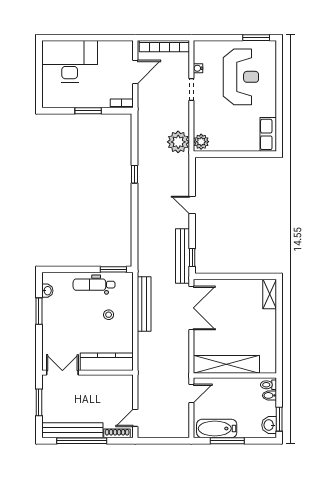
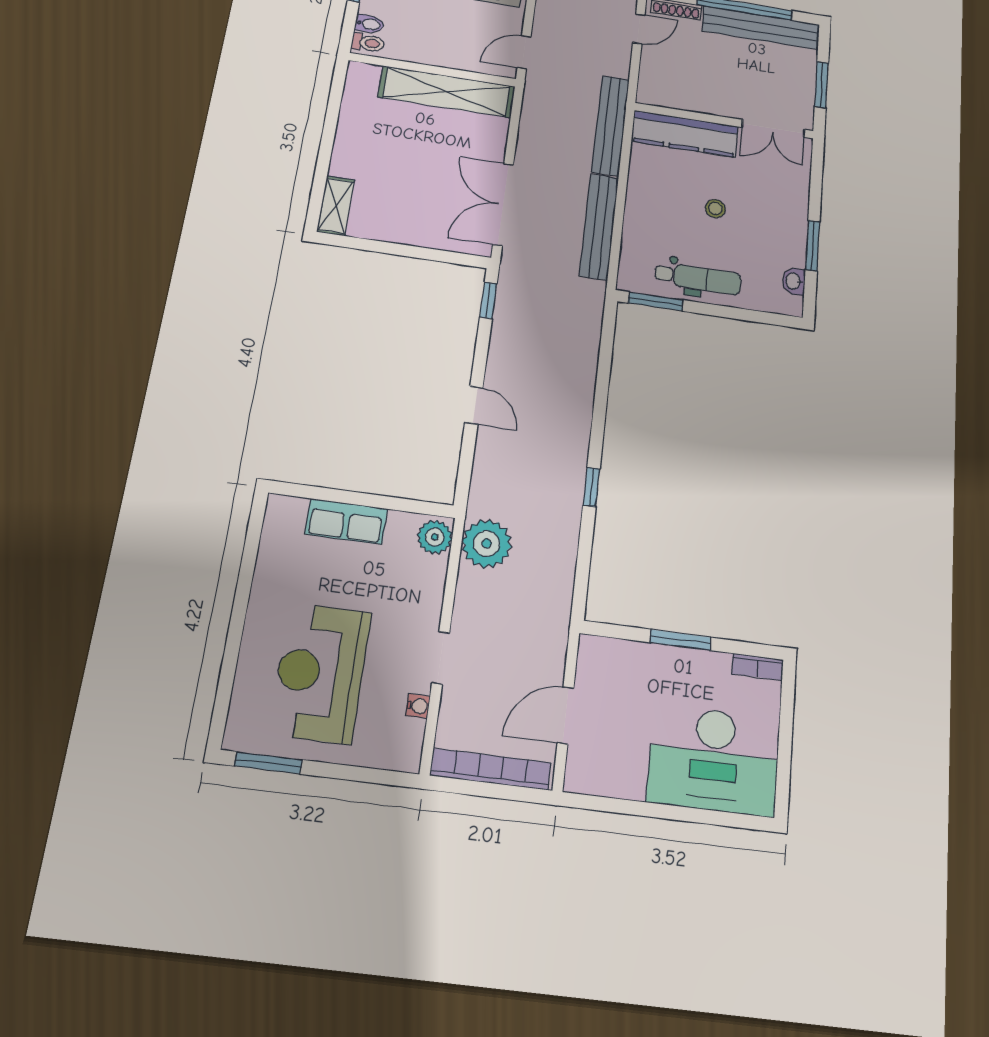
bookcase: (122, 103) -> (758, 667), moved
row of seats: (268, 134) -> (346, 521), moved, turned 90
bench: (182, 256) -> (610, 125), moved
stool: (109, 315) -> (715, 209), moved

